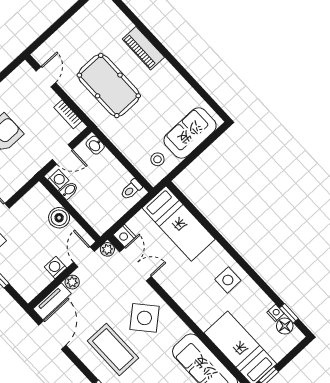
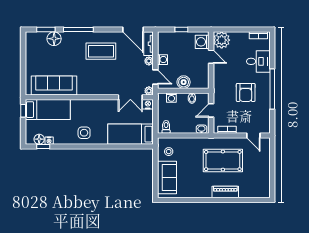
washing machine: (58, 180) -> (171, 98), moved
side table: (144, 318) -> (102, 79), removed

